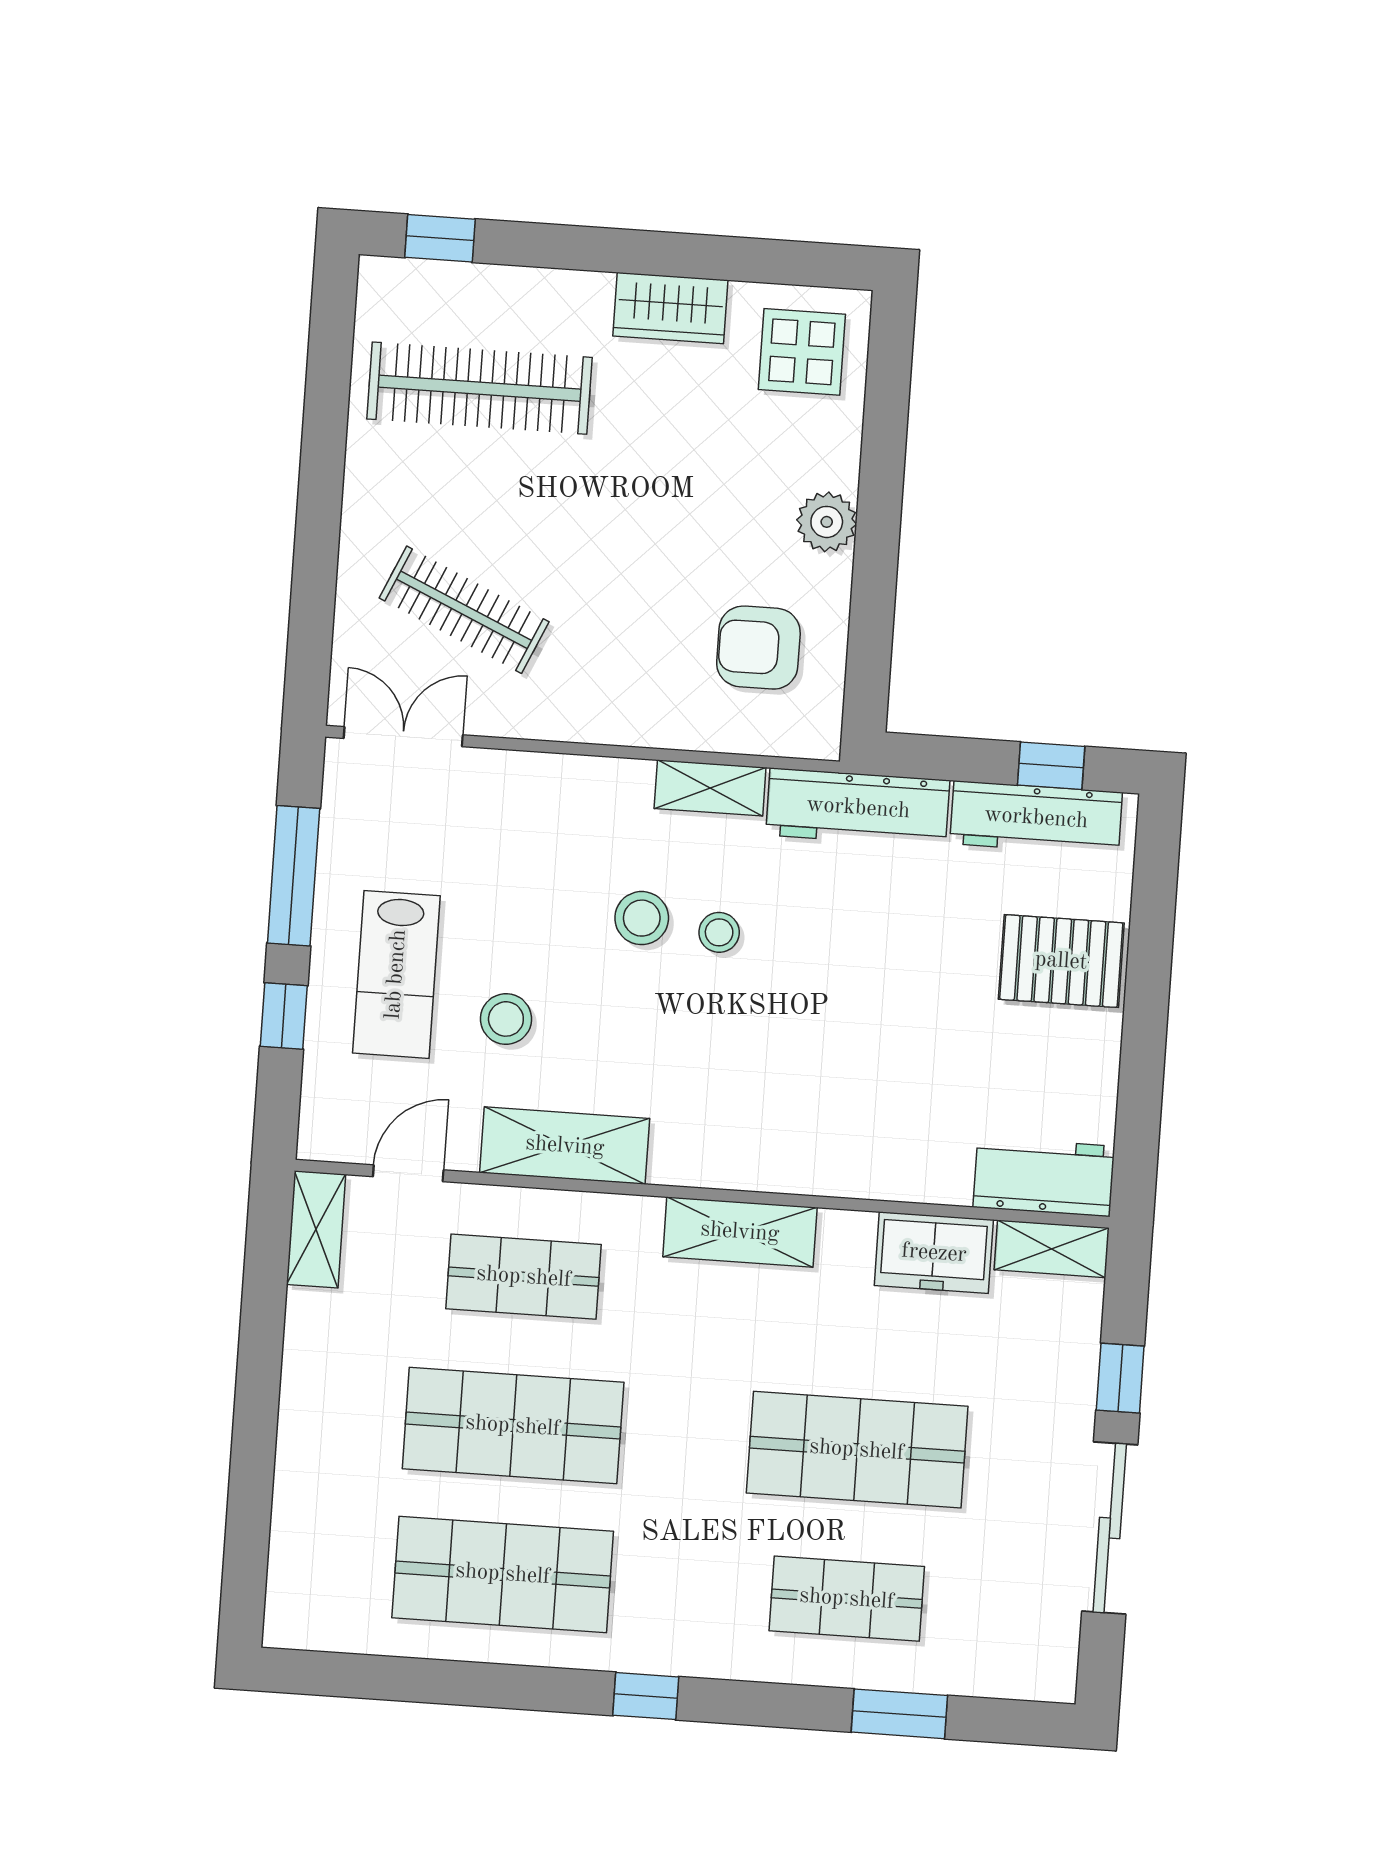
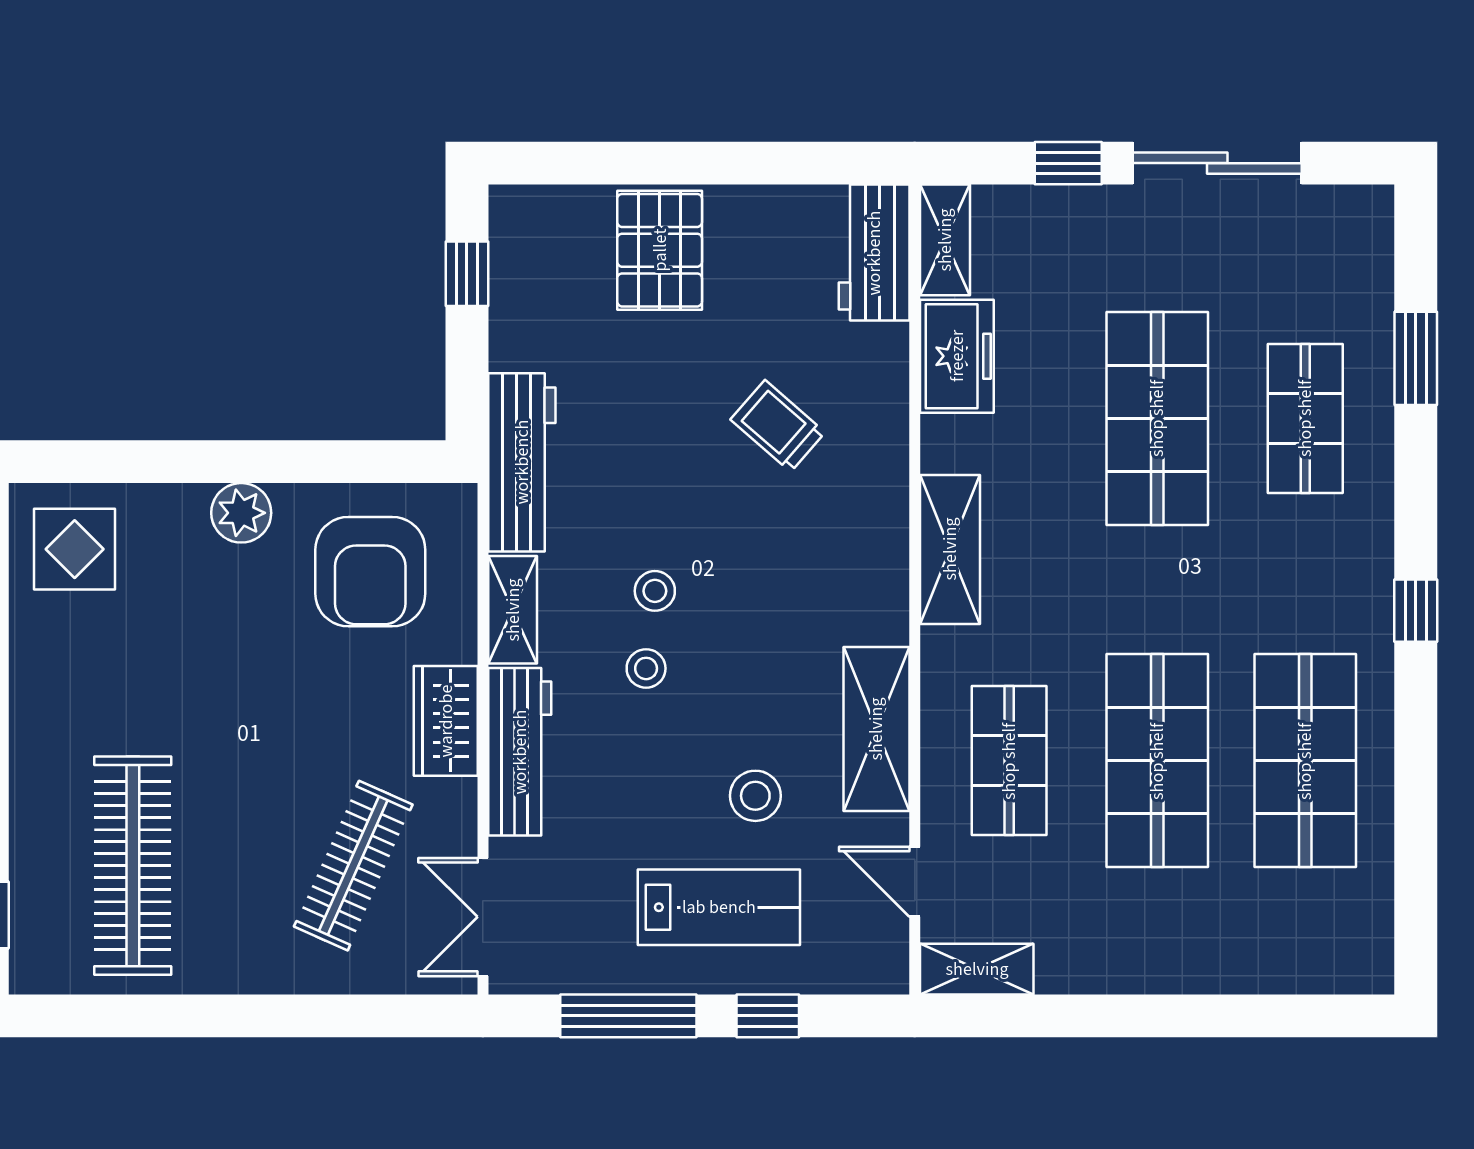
wardrobe: (670, 308) -> (446, 721), moved, turned 180
armchair: (758, 648) -> (370, 572), width x1.36, depth x1.36
workbench: (1036, 818) -> (520, 752), moved
stool: (642, 918) -> (646, 668), width x0.73, depth x0.73
trolley: (876, 1068) -> (778, 426), added

